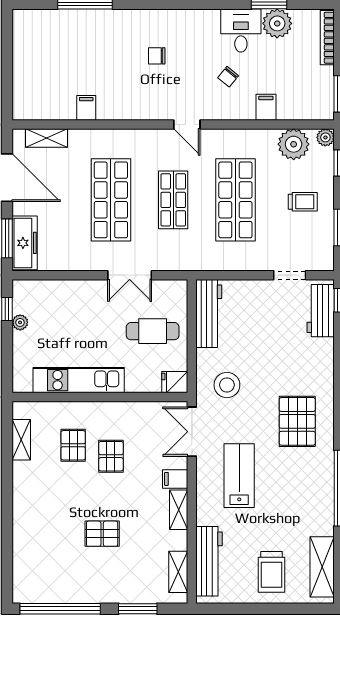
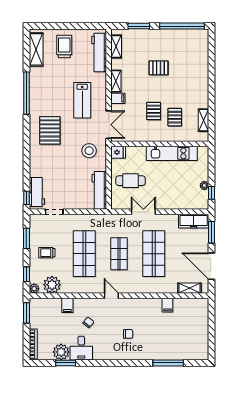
freezer: (25, 243) -> (194, 221), moved, turned -90

